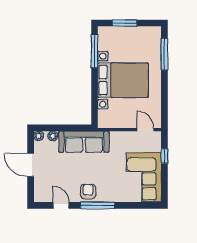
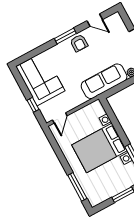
door: (145, 130) -> (60, 118), hinge flipped
window: (98, 205) -> (65, 36), width x0.69

